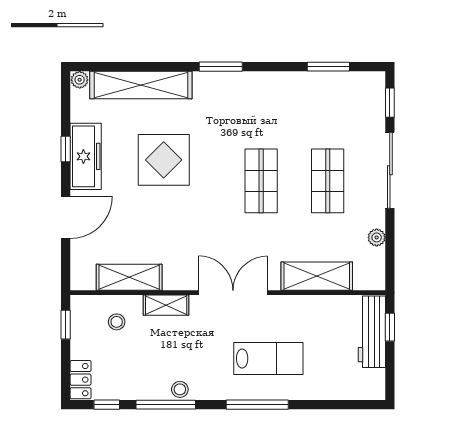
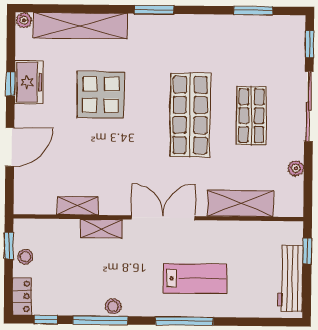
freezer: (86, 156) -> (29, 82), width x0.71
shop shelf: (261, 181) -> (190, 115), width x1.43, depth x1.36
shelving: (129, 277) -> (78, 206), width x0.67, depth x0.75
stool: (117, 322) -> (25, 257), moved
workbench: (372, 332) -> (290, 278), moved

